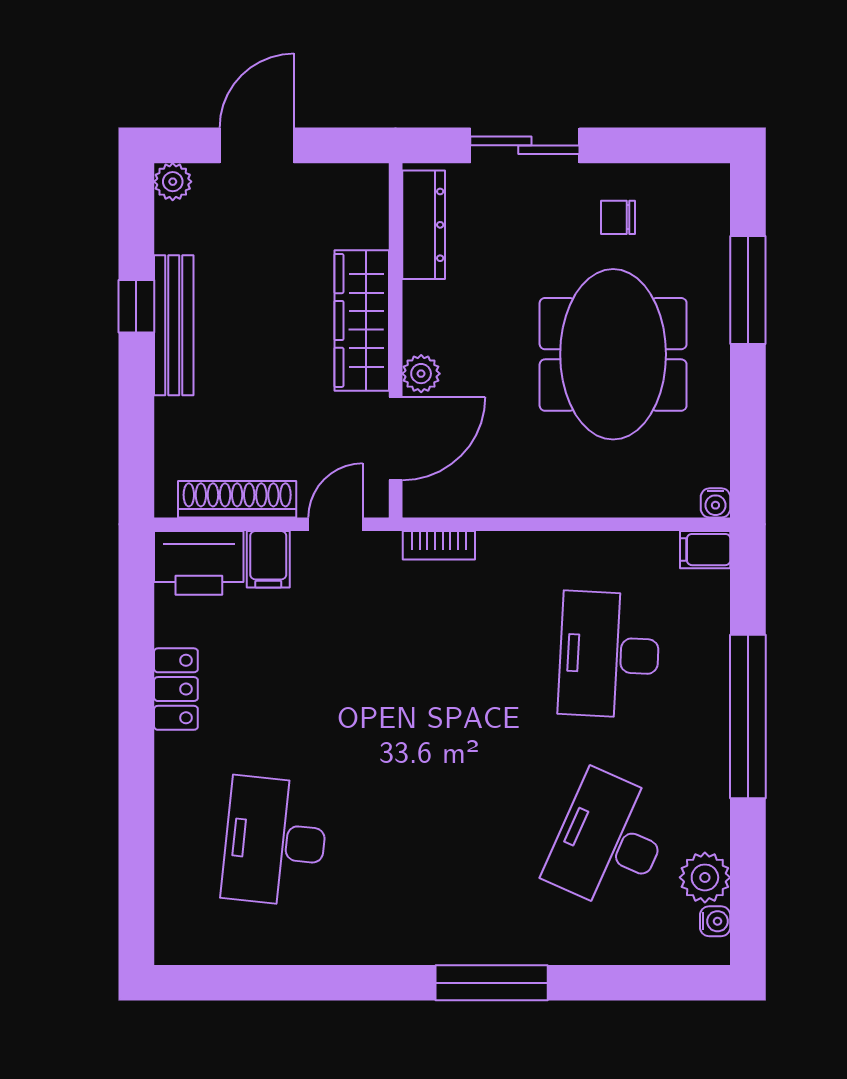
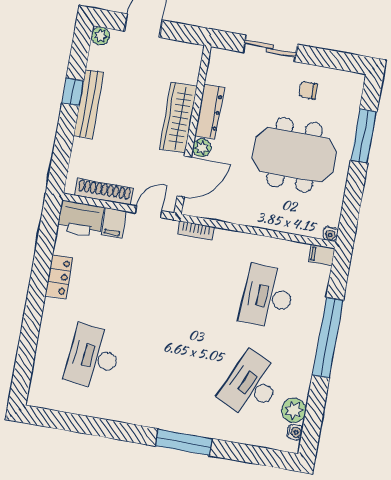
dresser: (424, 225) -> (209, 112), moved
meeting table: (613, 354) -> (294, 155), turned 90

